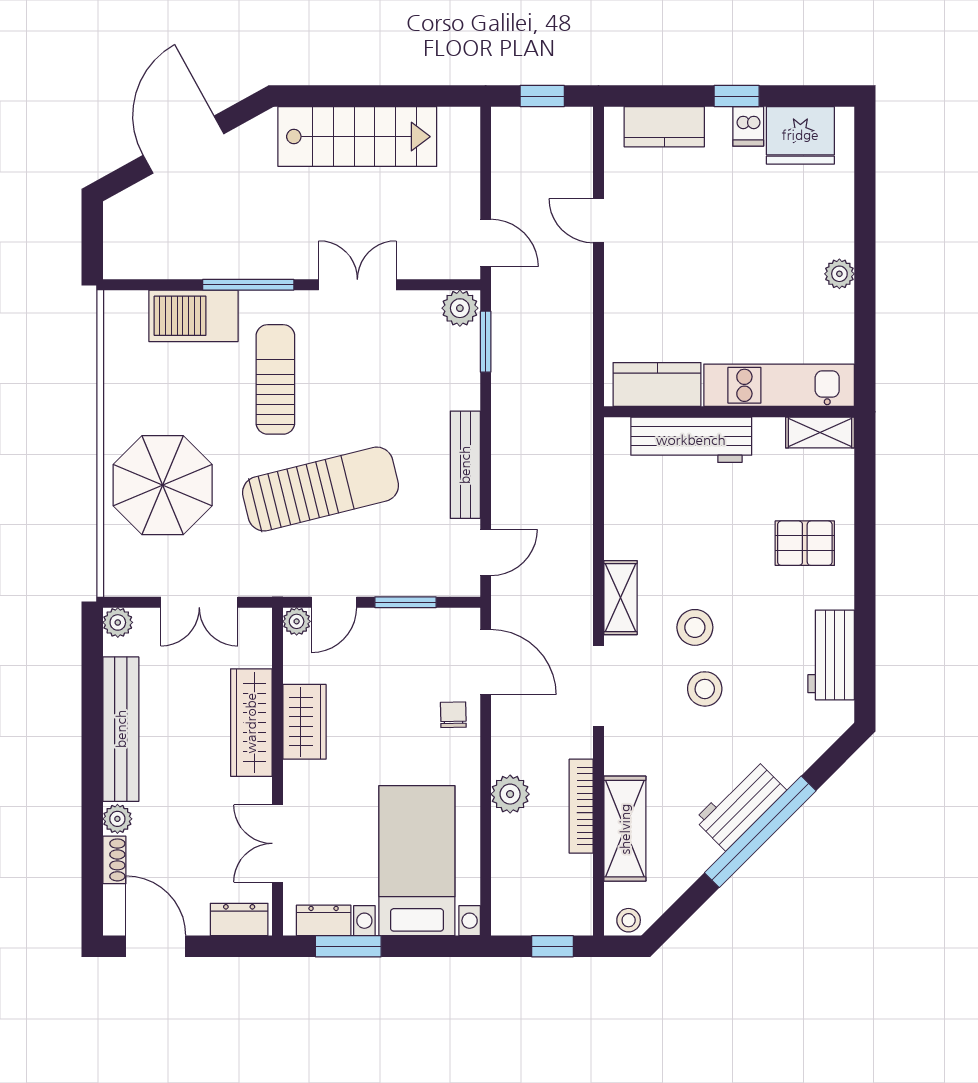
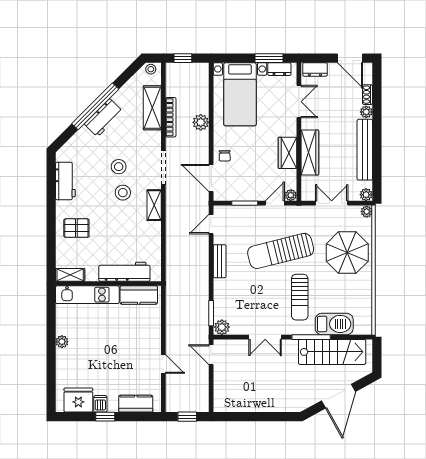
stairs: (357, 137) -> (332, 352), moved, turned 180
bench: (465, 465) -> (220, 261), width x0.73
plant: (117, 582) -> (367, 212), added

